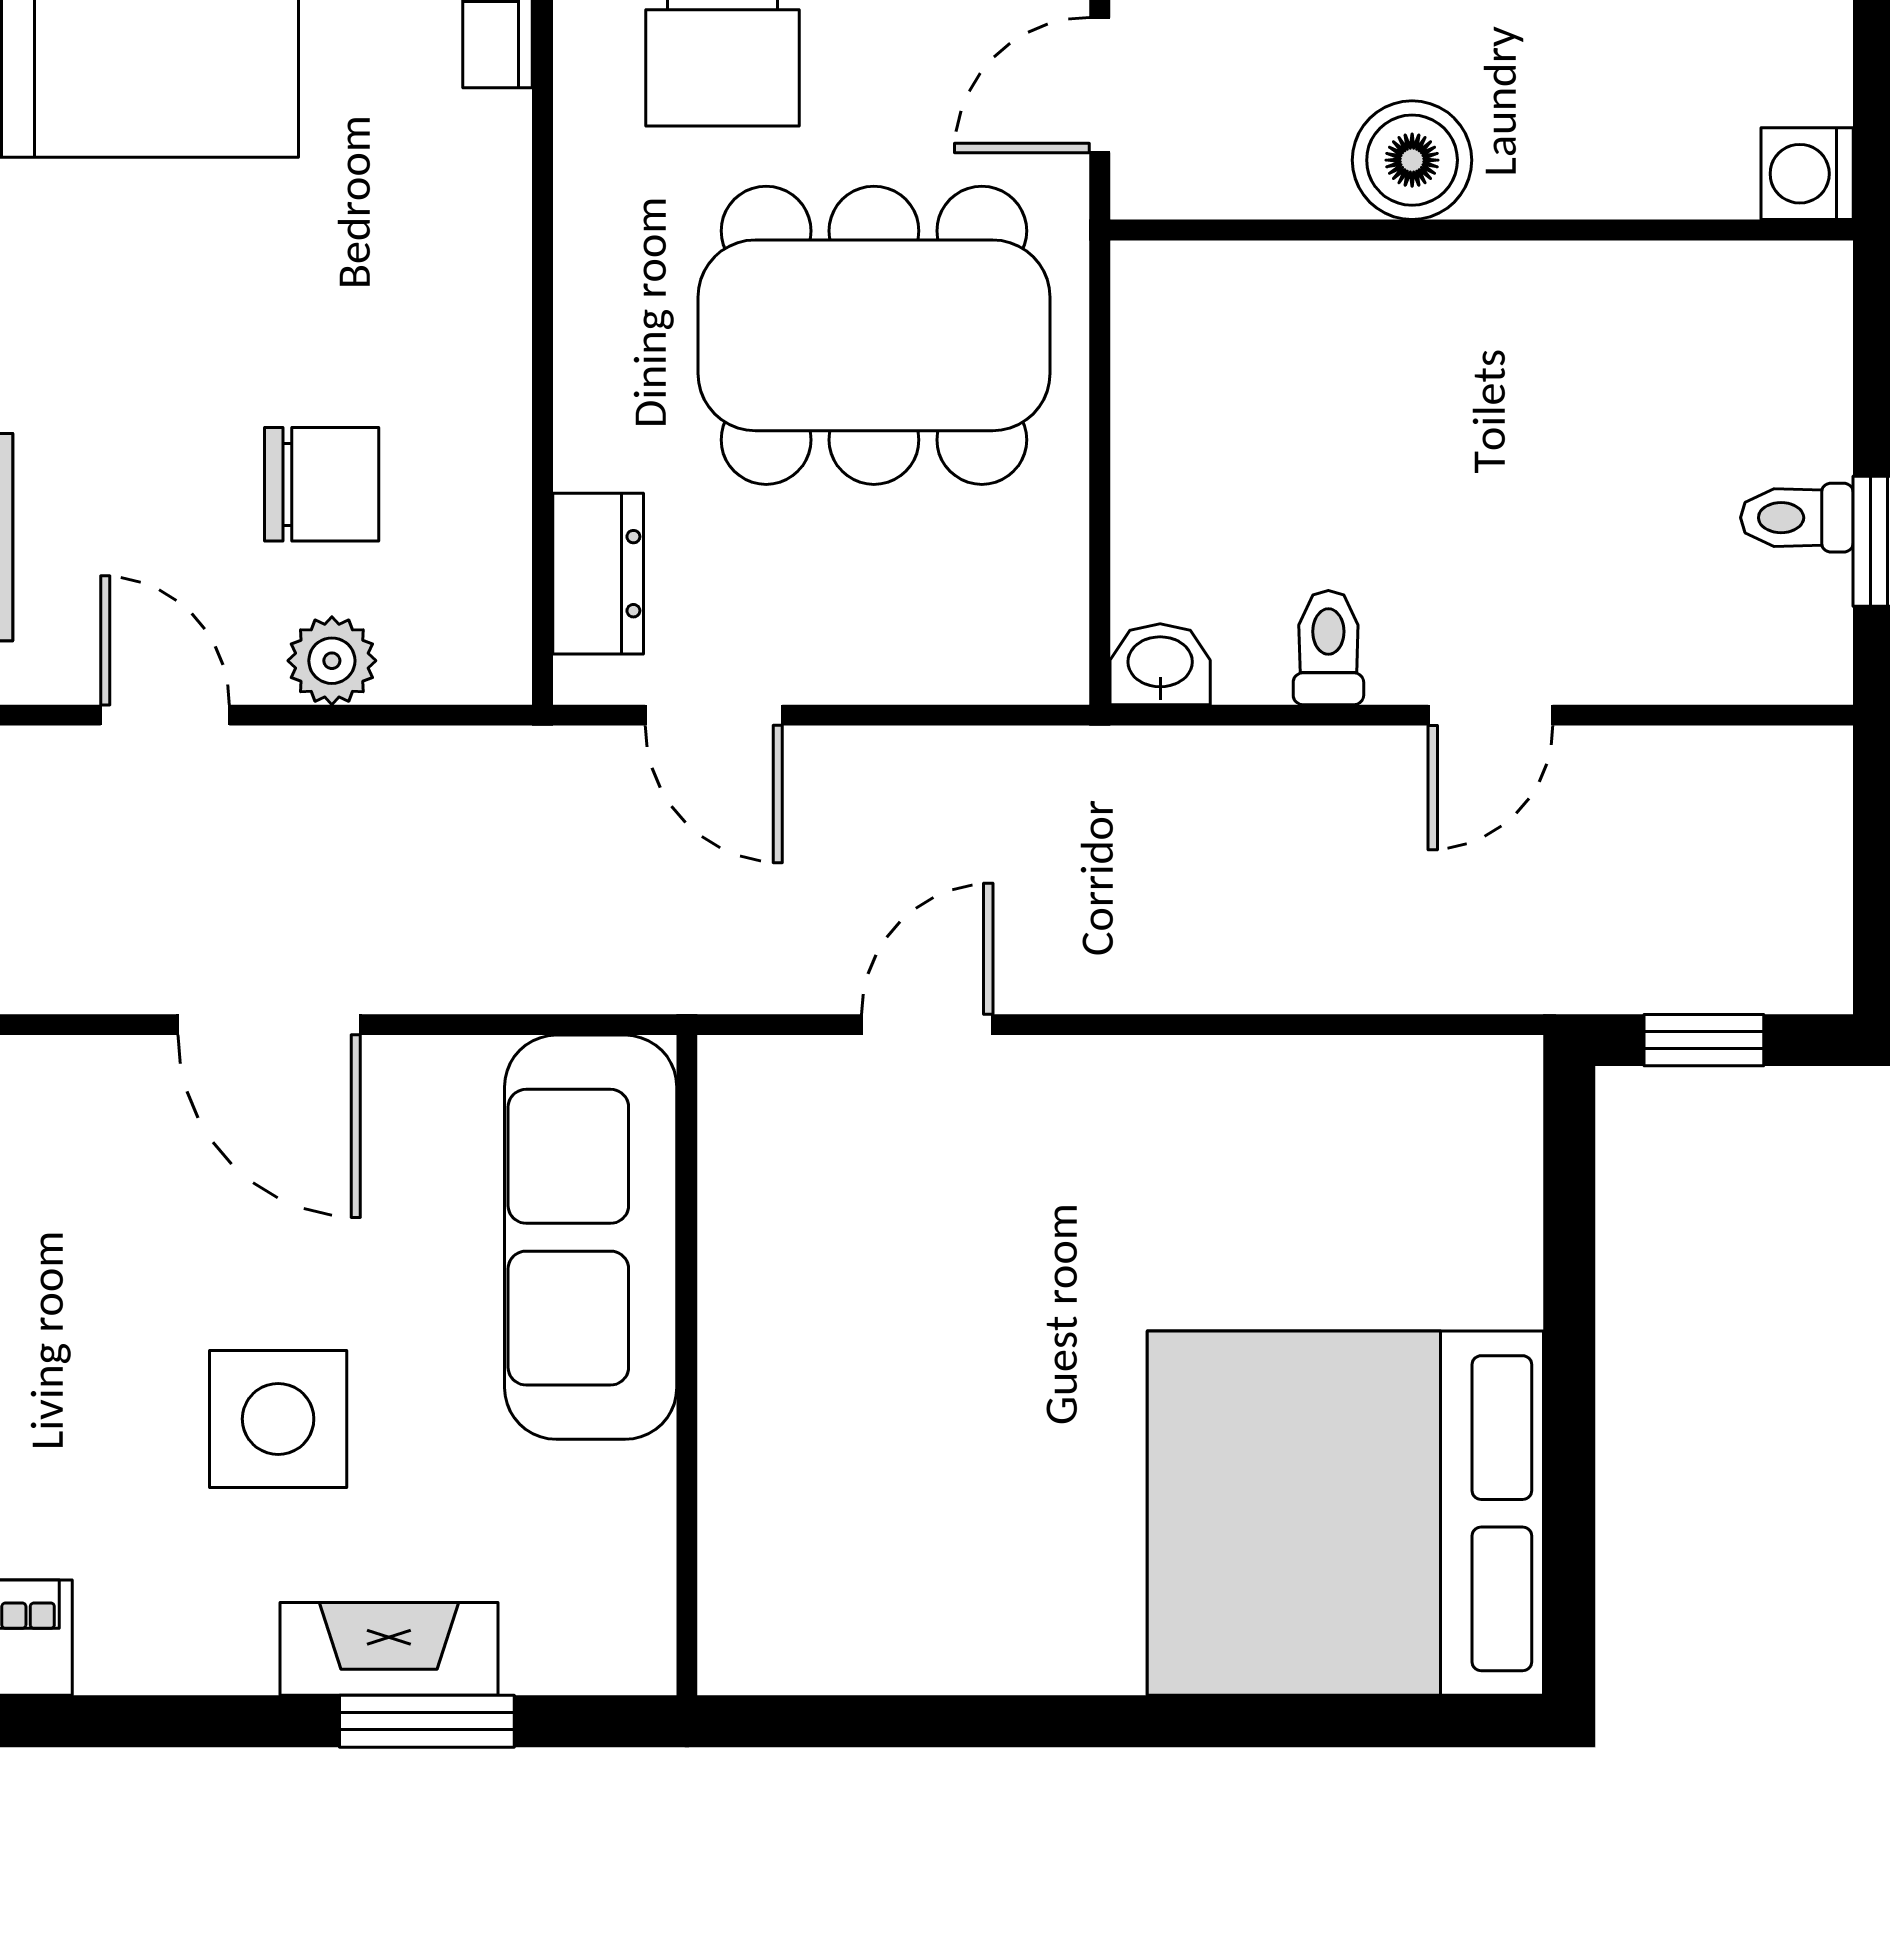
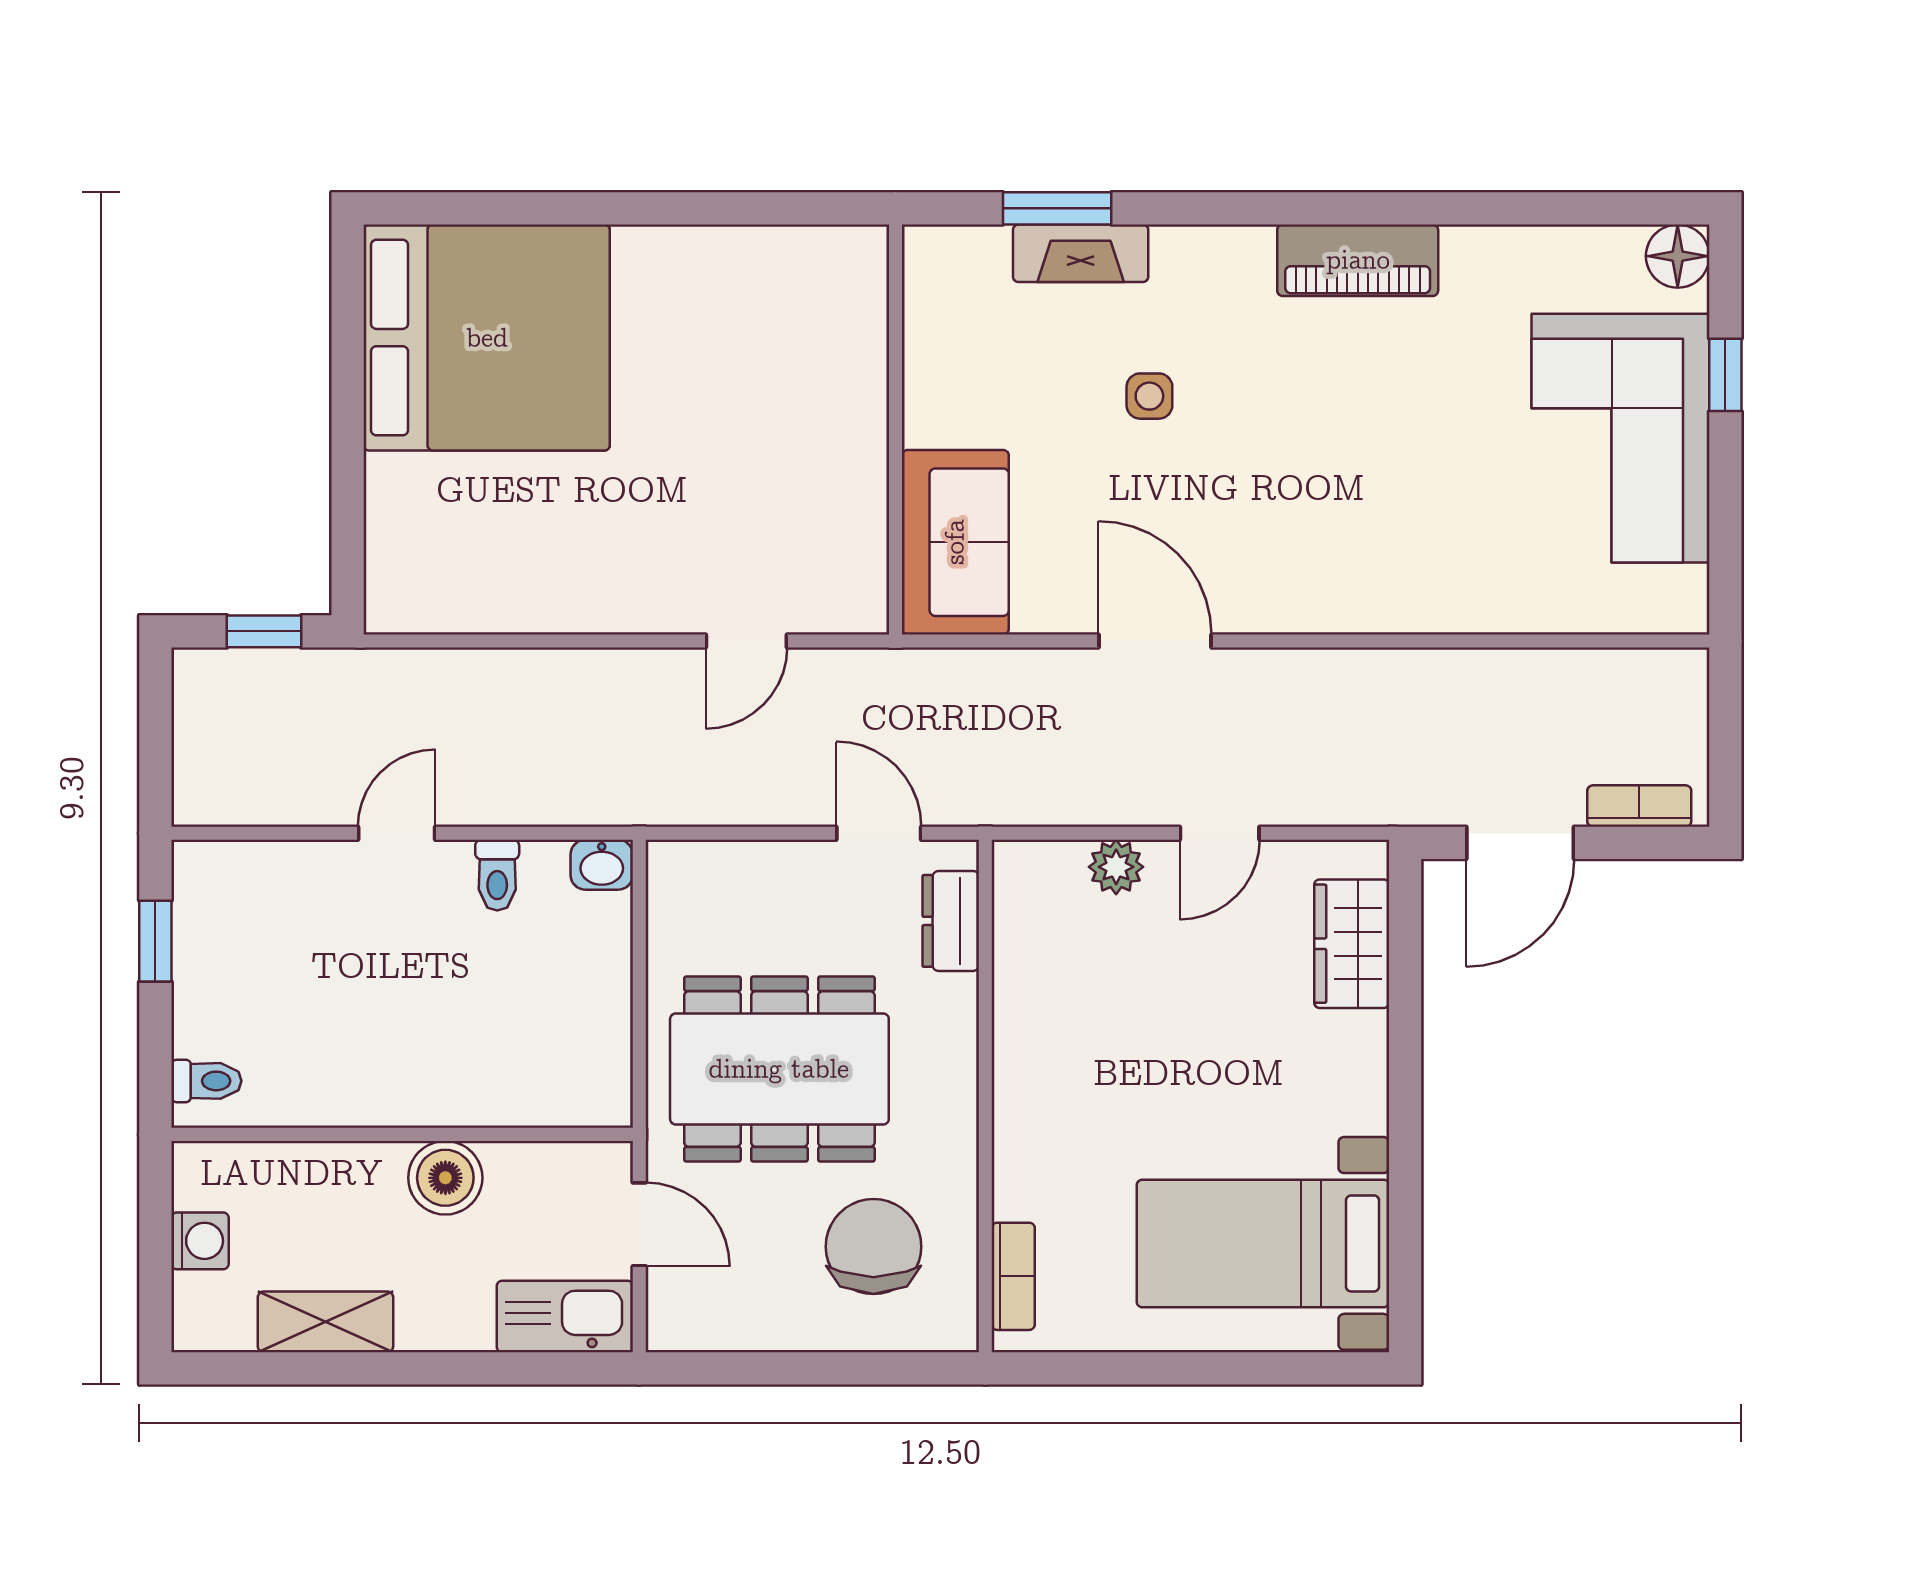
door: (1100, 85) -> (639, 1224), hinge flipped
washing machine: (1807, 174) -> (200, 1241), moved
chair: (322, 484) -> (1122, 977), removed
toilet: (1797, 518) -> (206, 1081), moved
door: (165, 715) -> (1220, 833), hinge flipped
sofa: (591, 1237) -> (955, 542), width x0.73
side table: (278, 1419) -> (1149, 396), width x0.54, depth x0.54

